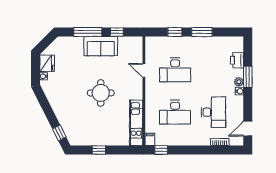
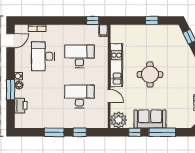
plant: (134, 45) -> (119, 120), added
kitchen unit: (136, 123) -> (116, 65), moved

